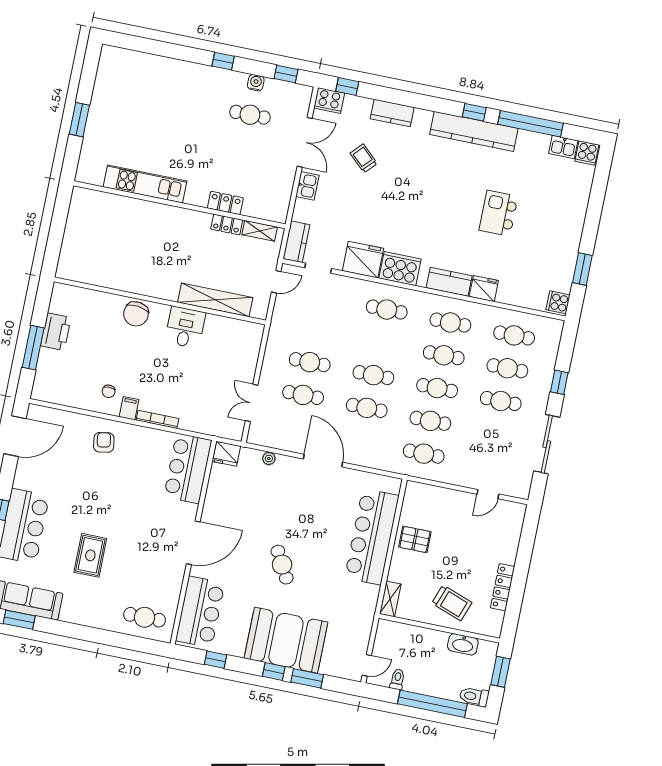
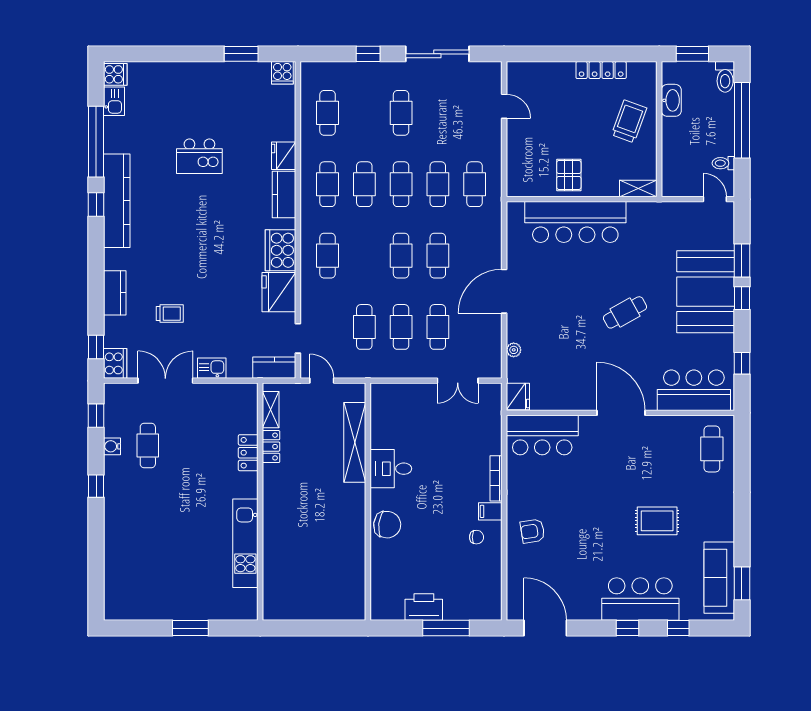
trolley: (364, 158) -> (170, 314), turned -133
cafe table: (507, 368) -> (364, 327), moved

